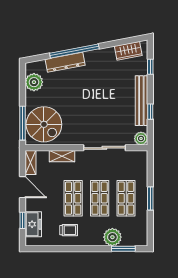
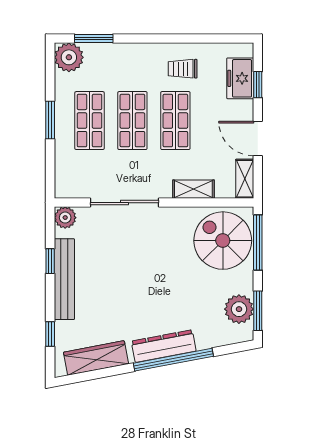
wardrobe: (128, 51) -> (96, 358), width x1.50
dresser: (65, 62) -> (164, 346), moved
window: (22, 81) -> (258, 311), added
plant: (112, 237) -> (69, 57), moved

